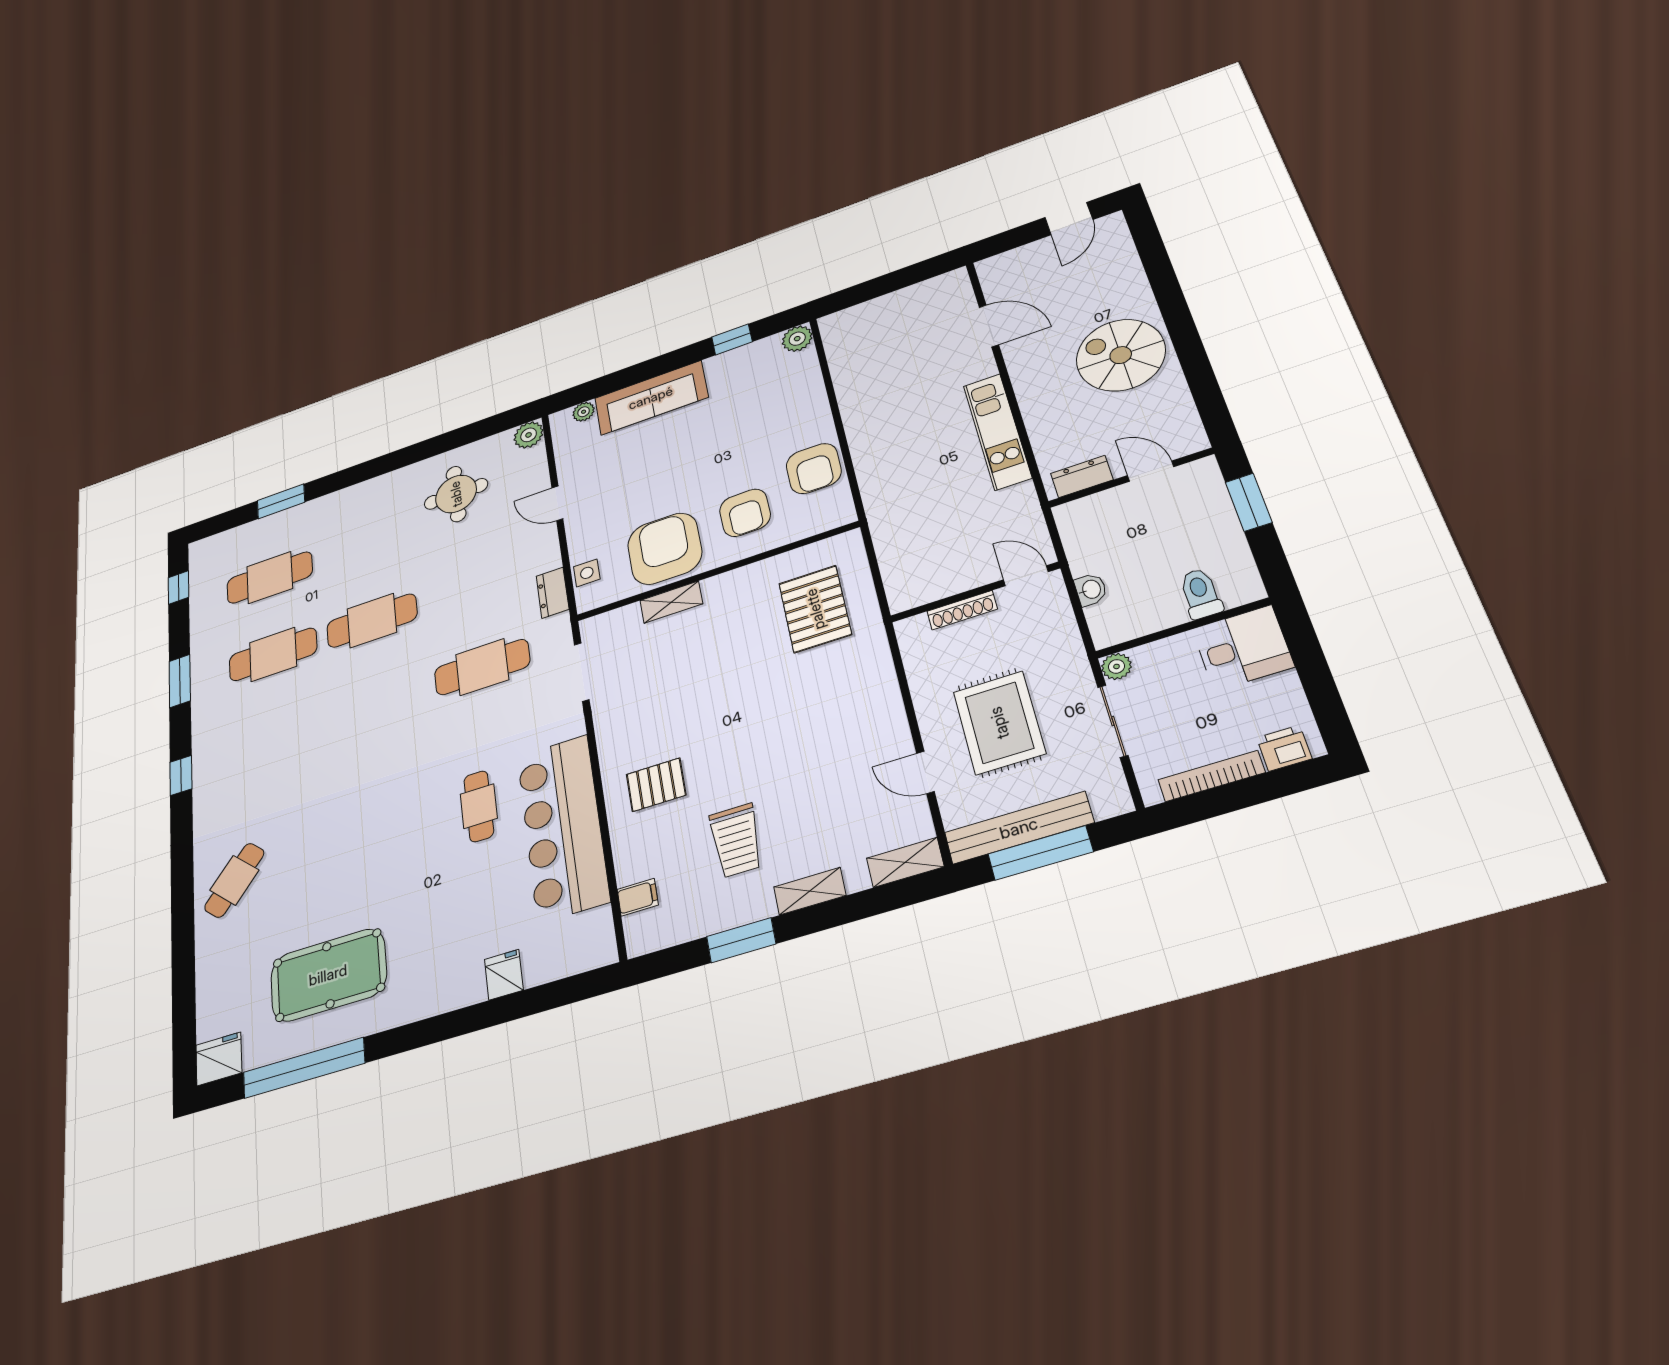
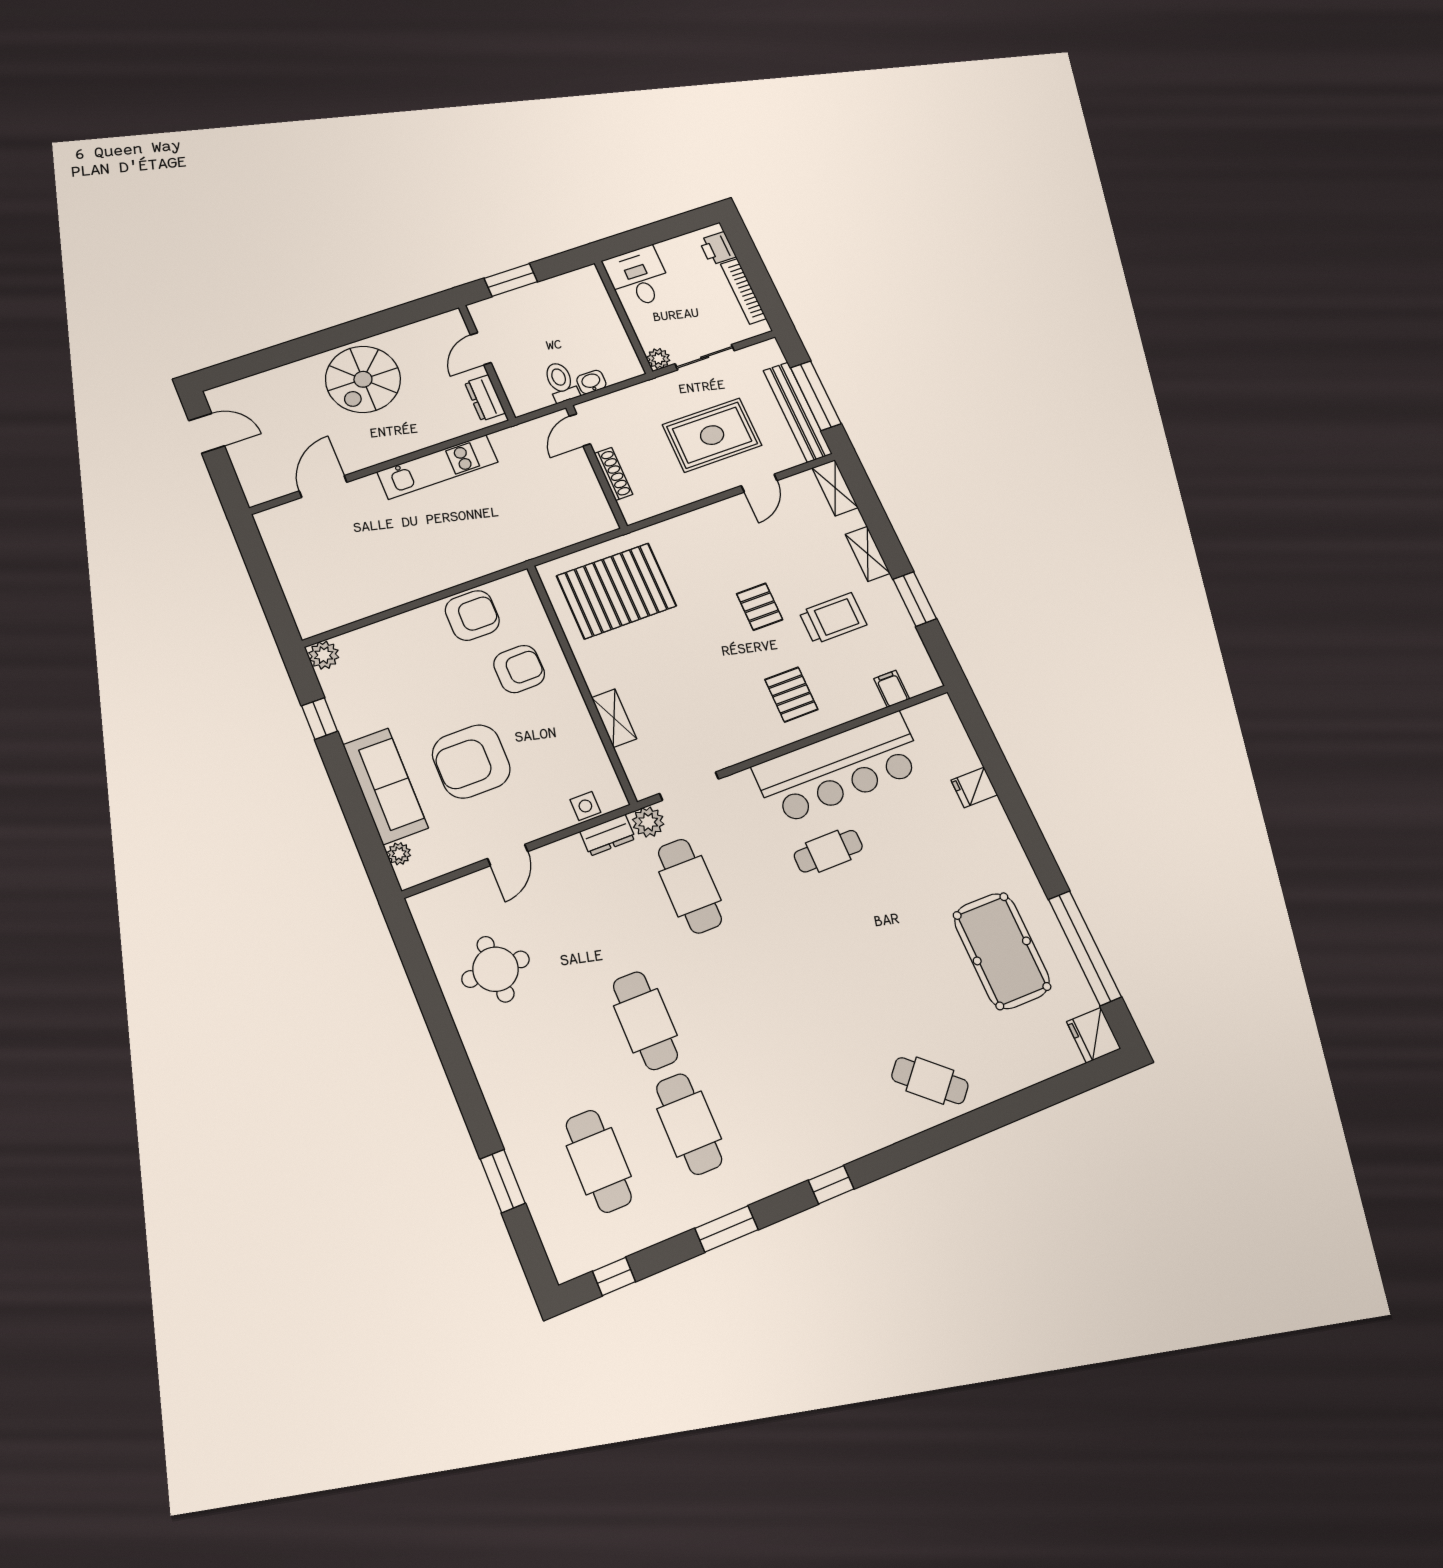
plant: (529, 435) -> (648, 822), moved
armchair: (665, 549) -> (471, 761), moved
toilet: (1200, 593) -> (561, 382), moved, turned 90
pallet: (815, 609) -> (616, 591), width x1.37, depth x1.41
pallet: (767, 759) -> (760, 607), added

